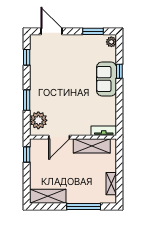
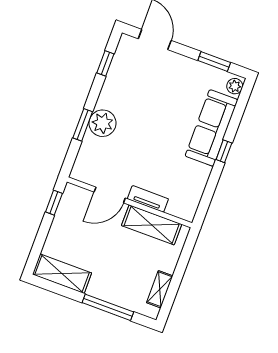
window: (119, 71) -> (224, 151), moved
sofa: (106, 79) -> (211, 128), width x1.36
plant: (38, 120) -> (103, 123), moved
tv unit: (104, 131) -> (148, 199), moved

